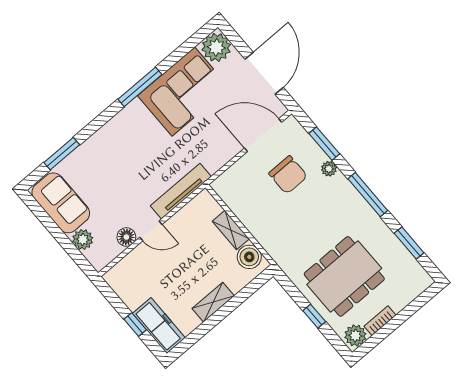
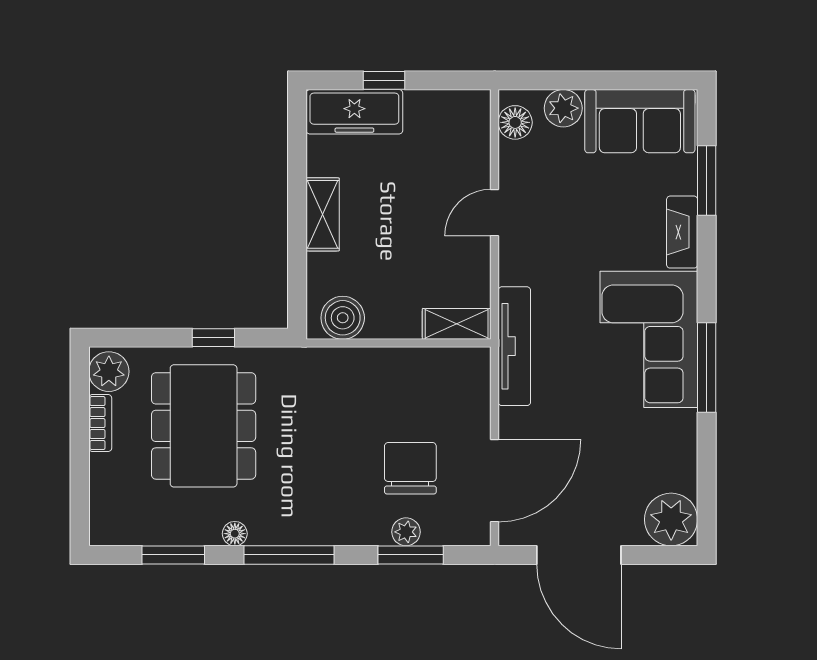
corner sofa: (183, 92) -> (649, 339), moved
fireplace: (92, 145) -> (682, 232), added
plant: (329, 169) -> (406, 532), moved
chair: (288, 175) -> (410, 468), turned 90
tv unit: (181, 191) -> (514, 346), moved
floor lamp: (378, 225) -> (235, 534), added
shelving: (231, 230) -> (457, 324), moved
floor lamp: (126, 237) -> (515, 122), moved
window: (314, 316) -> (213, 338), moved

